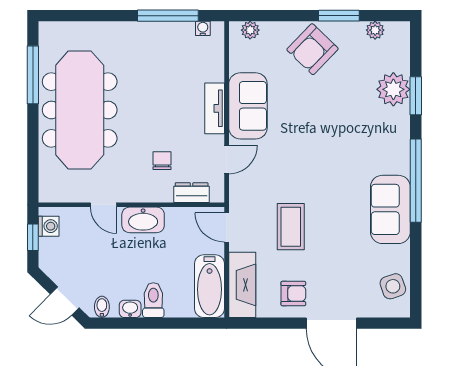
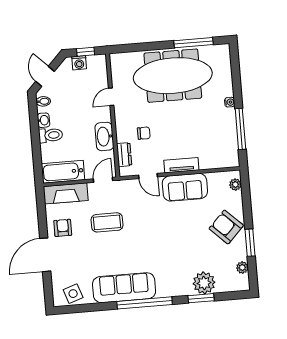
water cooler: (203, 28) -> (230, 102), moved
sofa: (390, 209) -> (124, 288), width x1.36
washbasin: (143, 220) -> (104, 136), moved
washing machine: (49, 226) -> (79, 63), moved
armchair: (293, 294) -> (63, 228), turned 180

